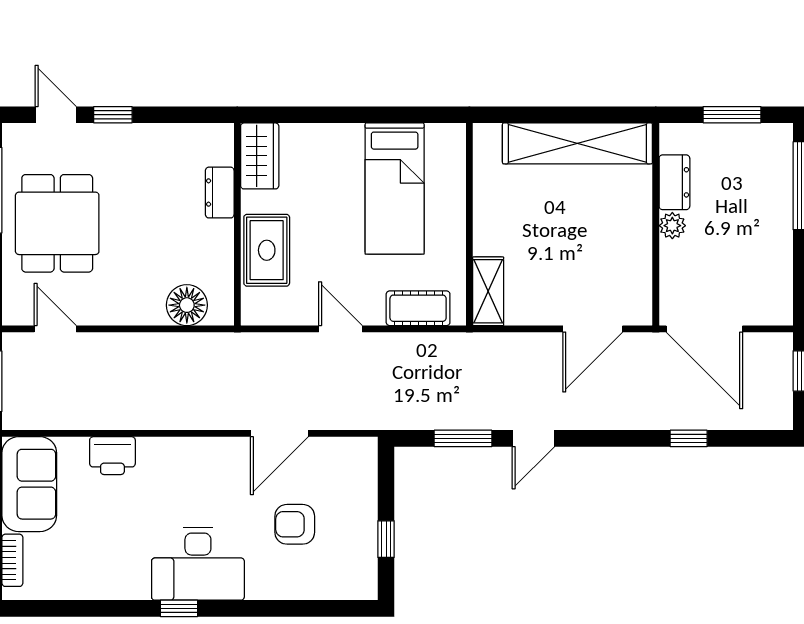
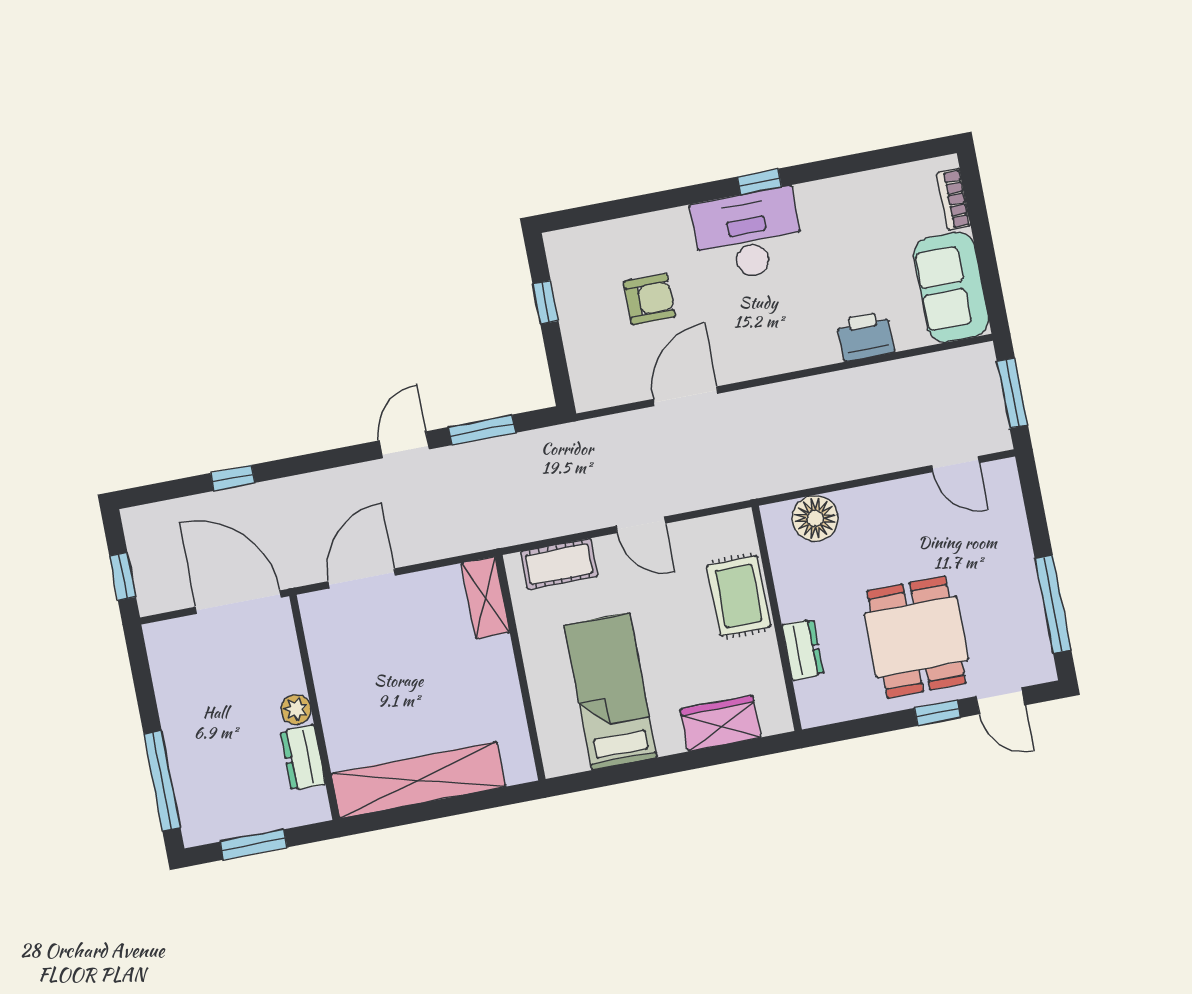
wardrobe: (260, 156) -> (720, 723), moved, turned 90
dining table: (57, 223) -> (916, 637), moved

